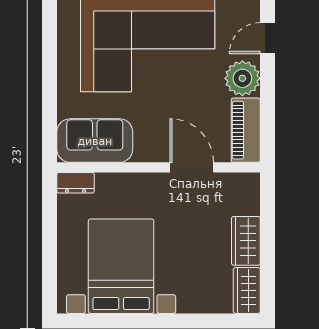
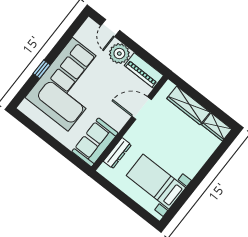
dresser: (76, 183) -> (117, 153), moved, width x1.44
wardrobe: (246, 241) -> (188, 105), width x1.50
bed with nightstands: (121, 266) -> (156, 182), width x0.73

